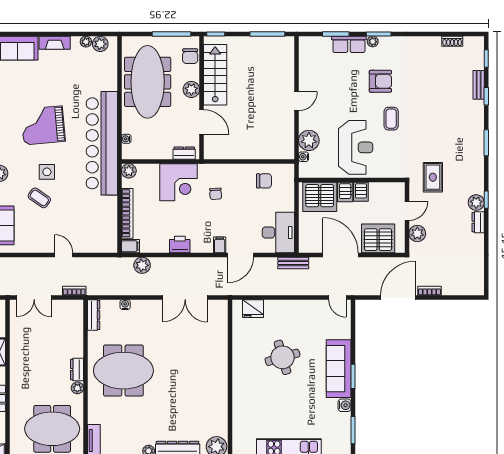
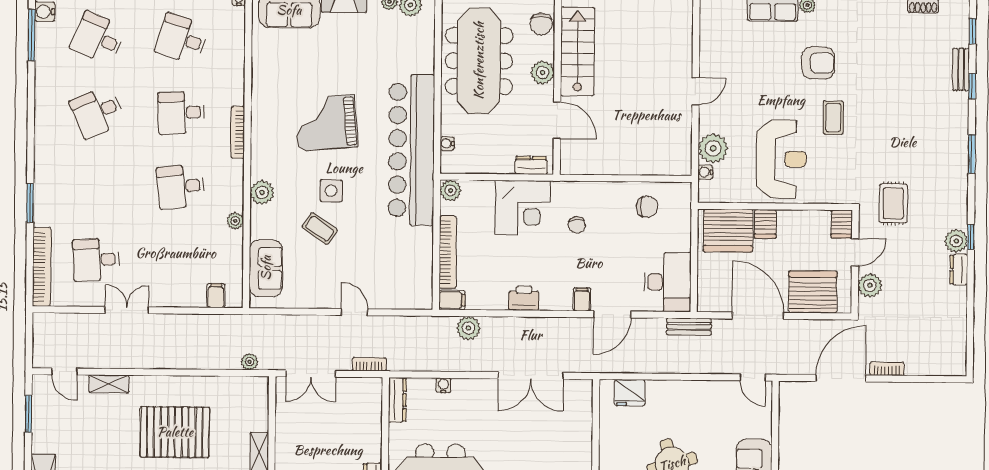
server rack: (361, 192) -> (842, 224), moved

